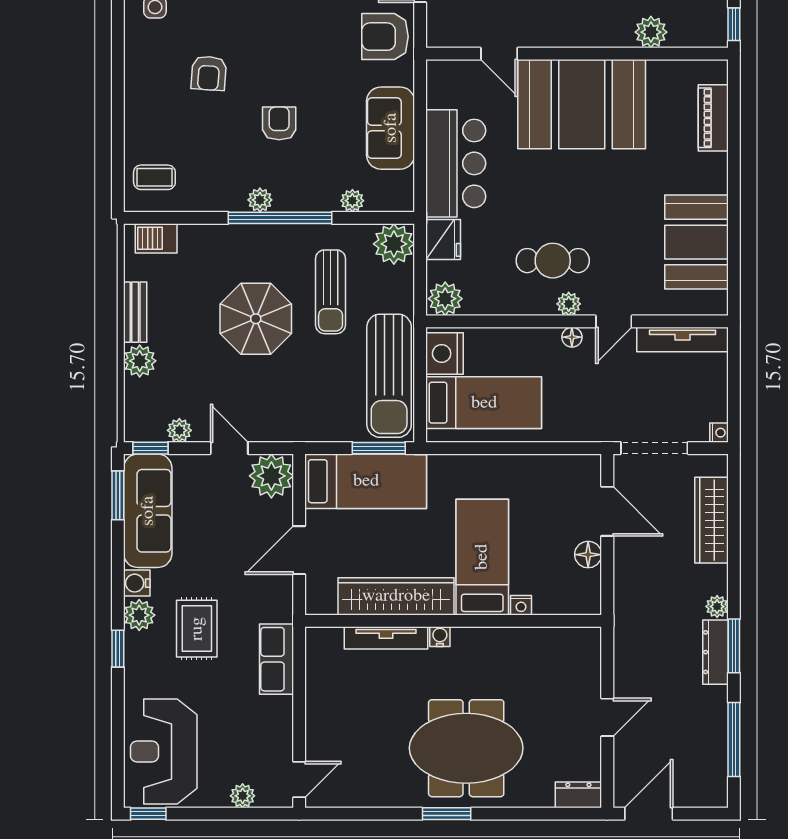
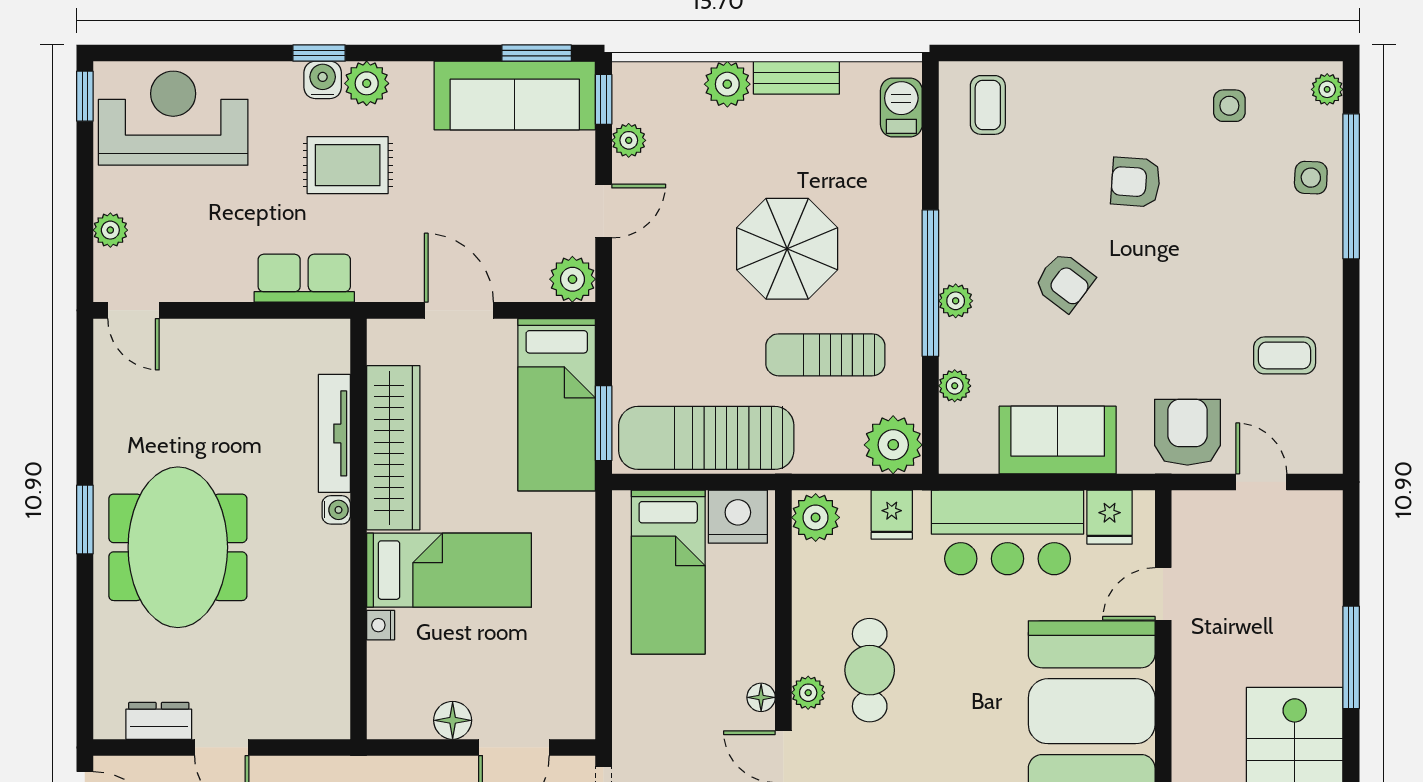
fridge: (445, 91) -> (1110, 517), added
armchair: (279, 123) -> (1064, 282), turned 37
plant: (260, 200) -> (956, 301), moved
fridge: (443, 239) -> (892, 515), width x0.72
plant: (271, 476) -> (572, 279), width x0.73, depth x0.73
water cooler: (137, 583) -> (323, 80), moved
dresser: (578, 795) -> (159, 721), moved, turned -90

